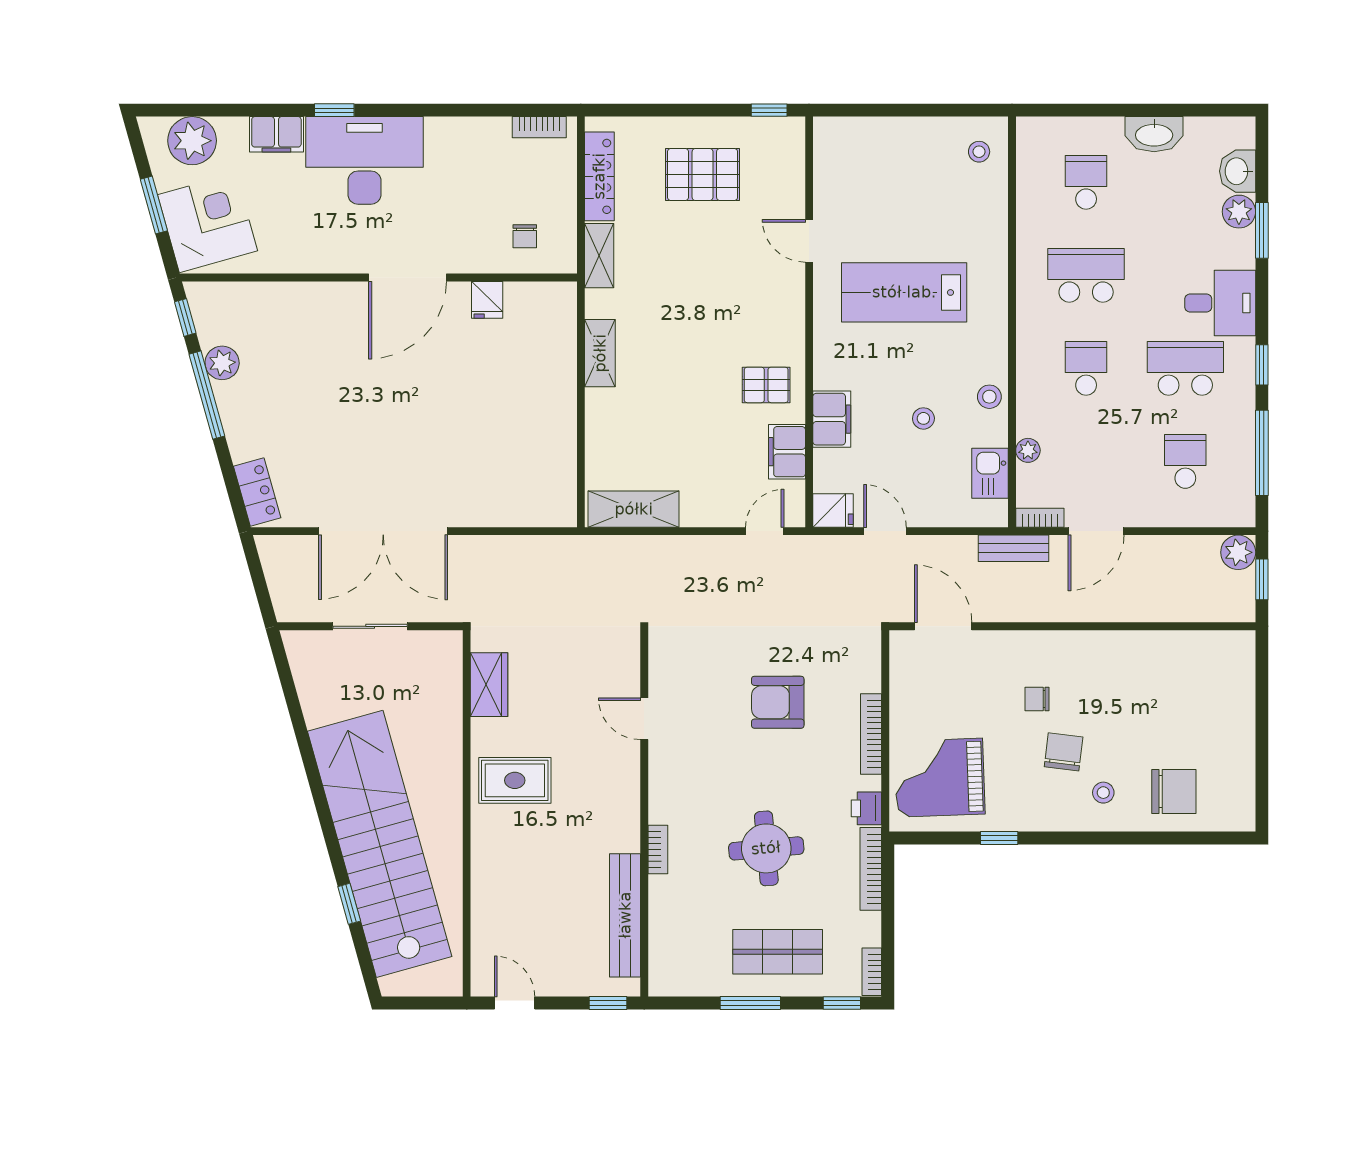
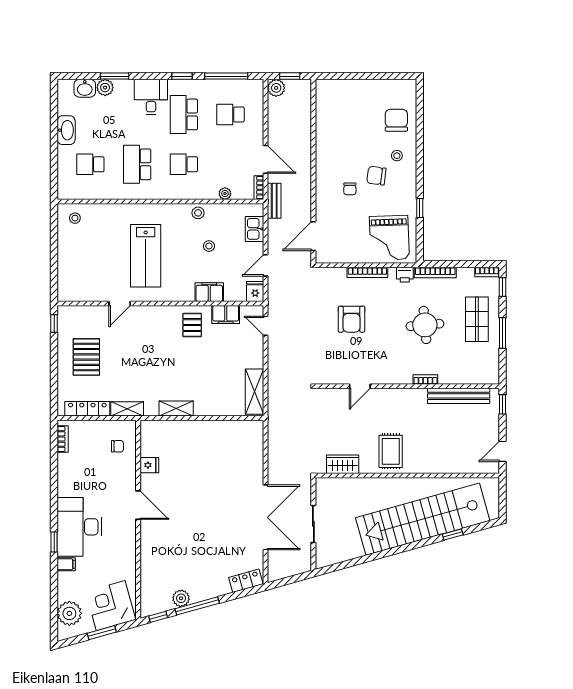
filing cabinet: (276, 134) -> (66, 564), width x0.50
door: (408, 278) -> (138, 505), width x0.73
kitchen sink: (990, 473) -> (254, 229), moved, turned 90

